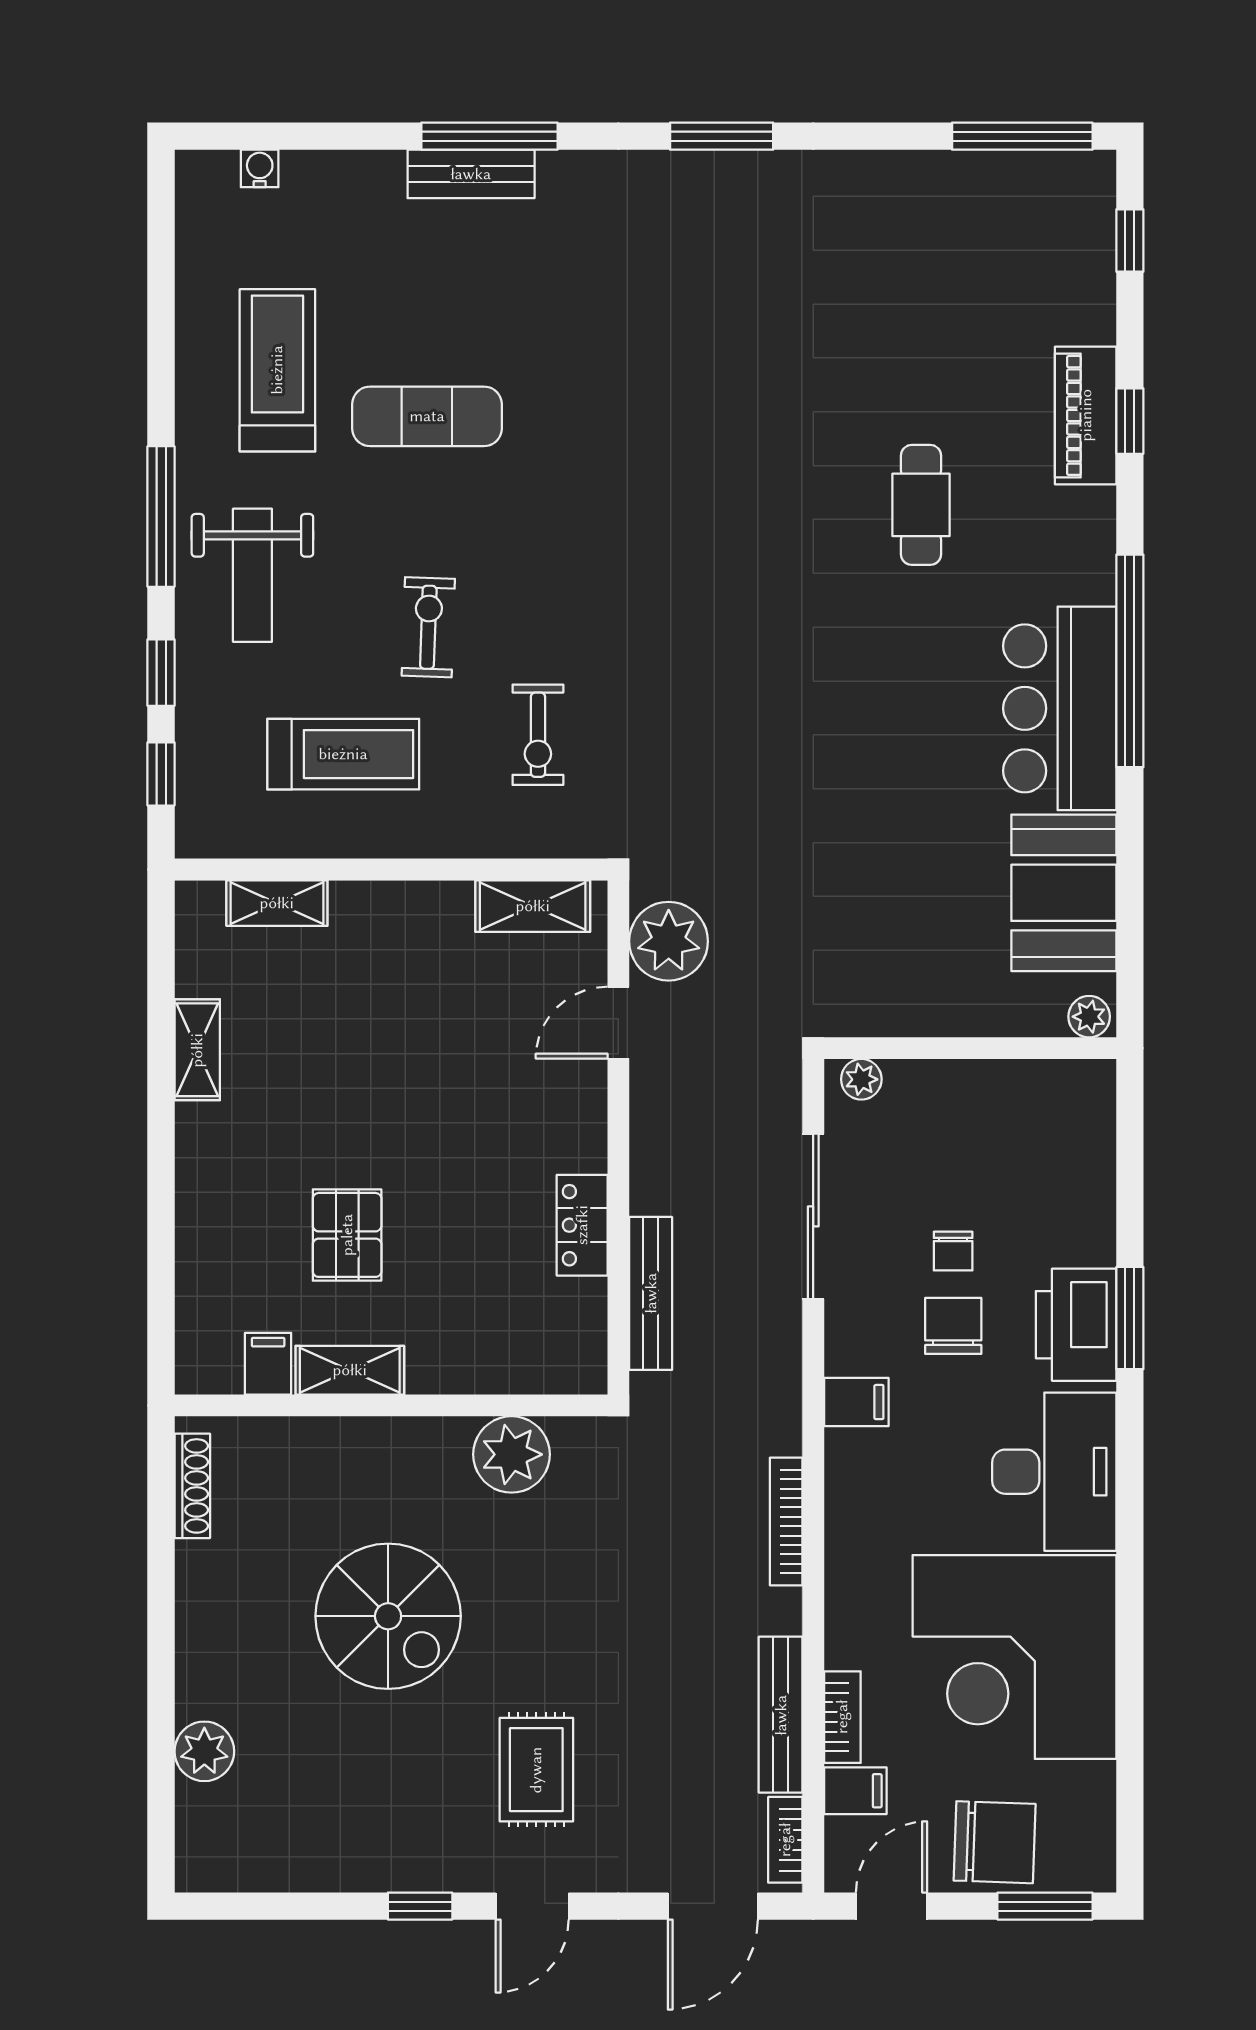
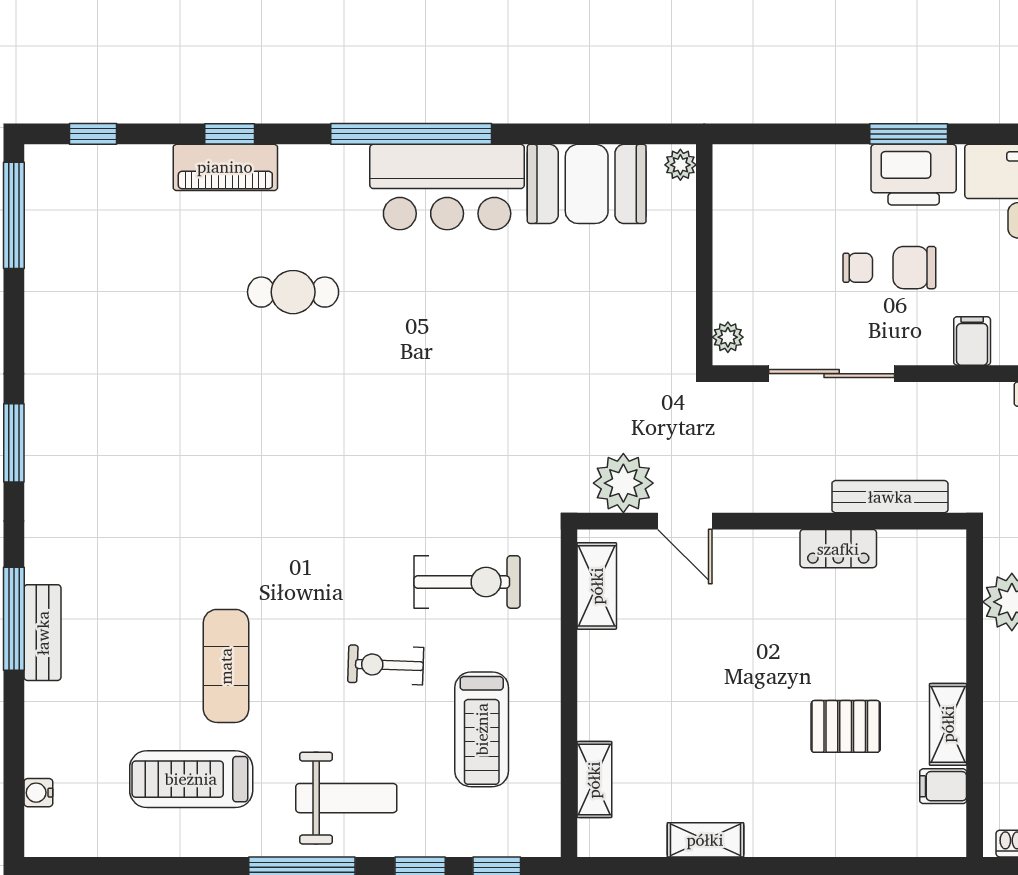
exercise bike: (538, 735) -> (467, 582), width x1.38, depth x1.39
treadmill: (343, 754) -> (482, 729), turned 180

